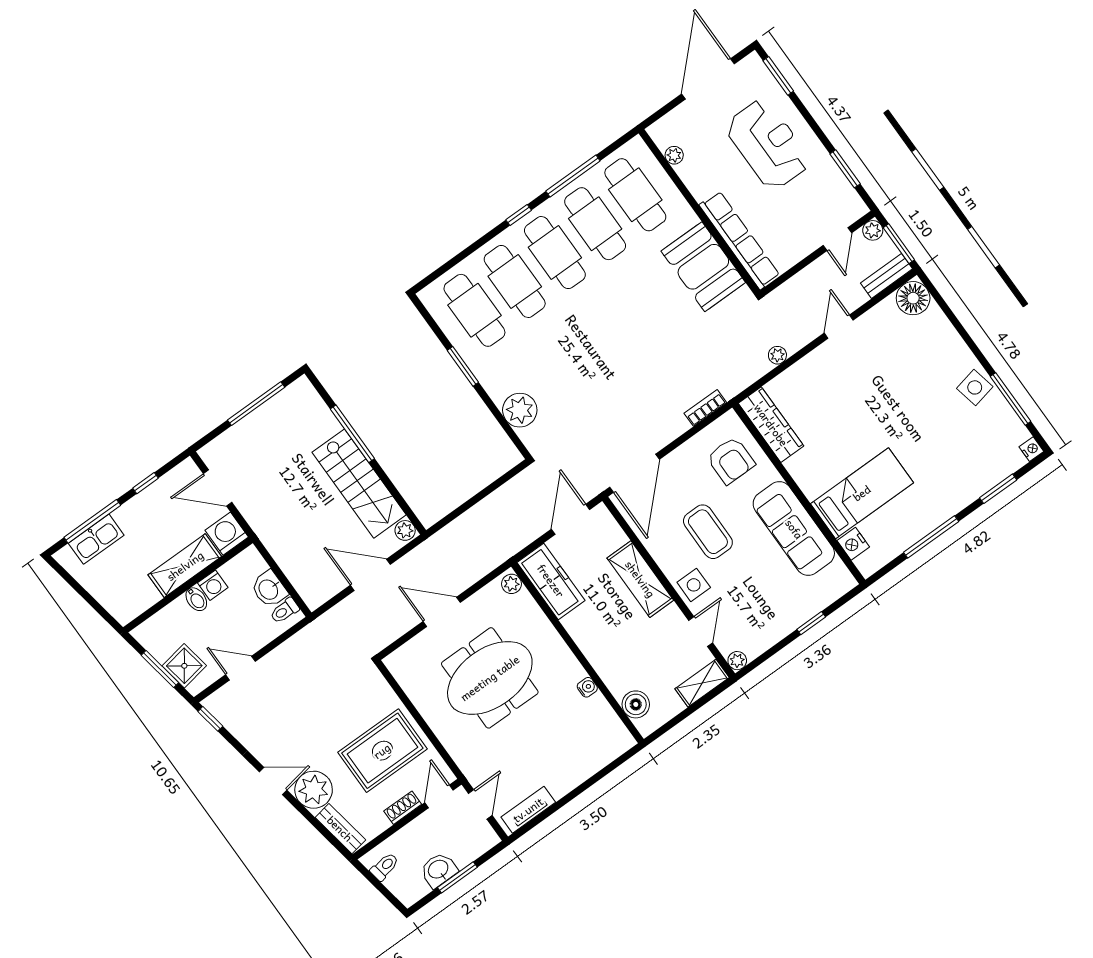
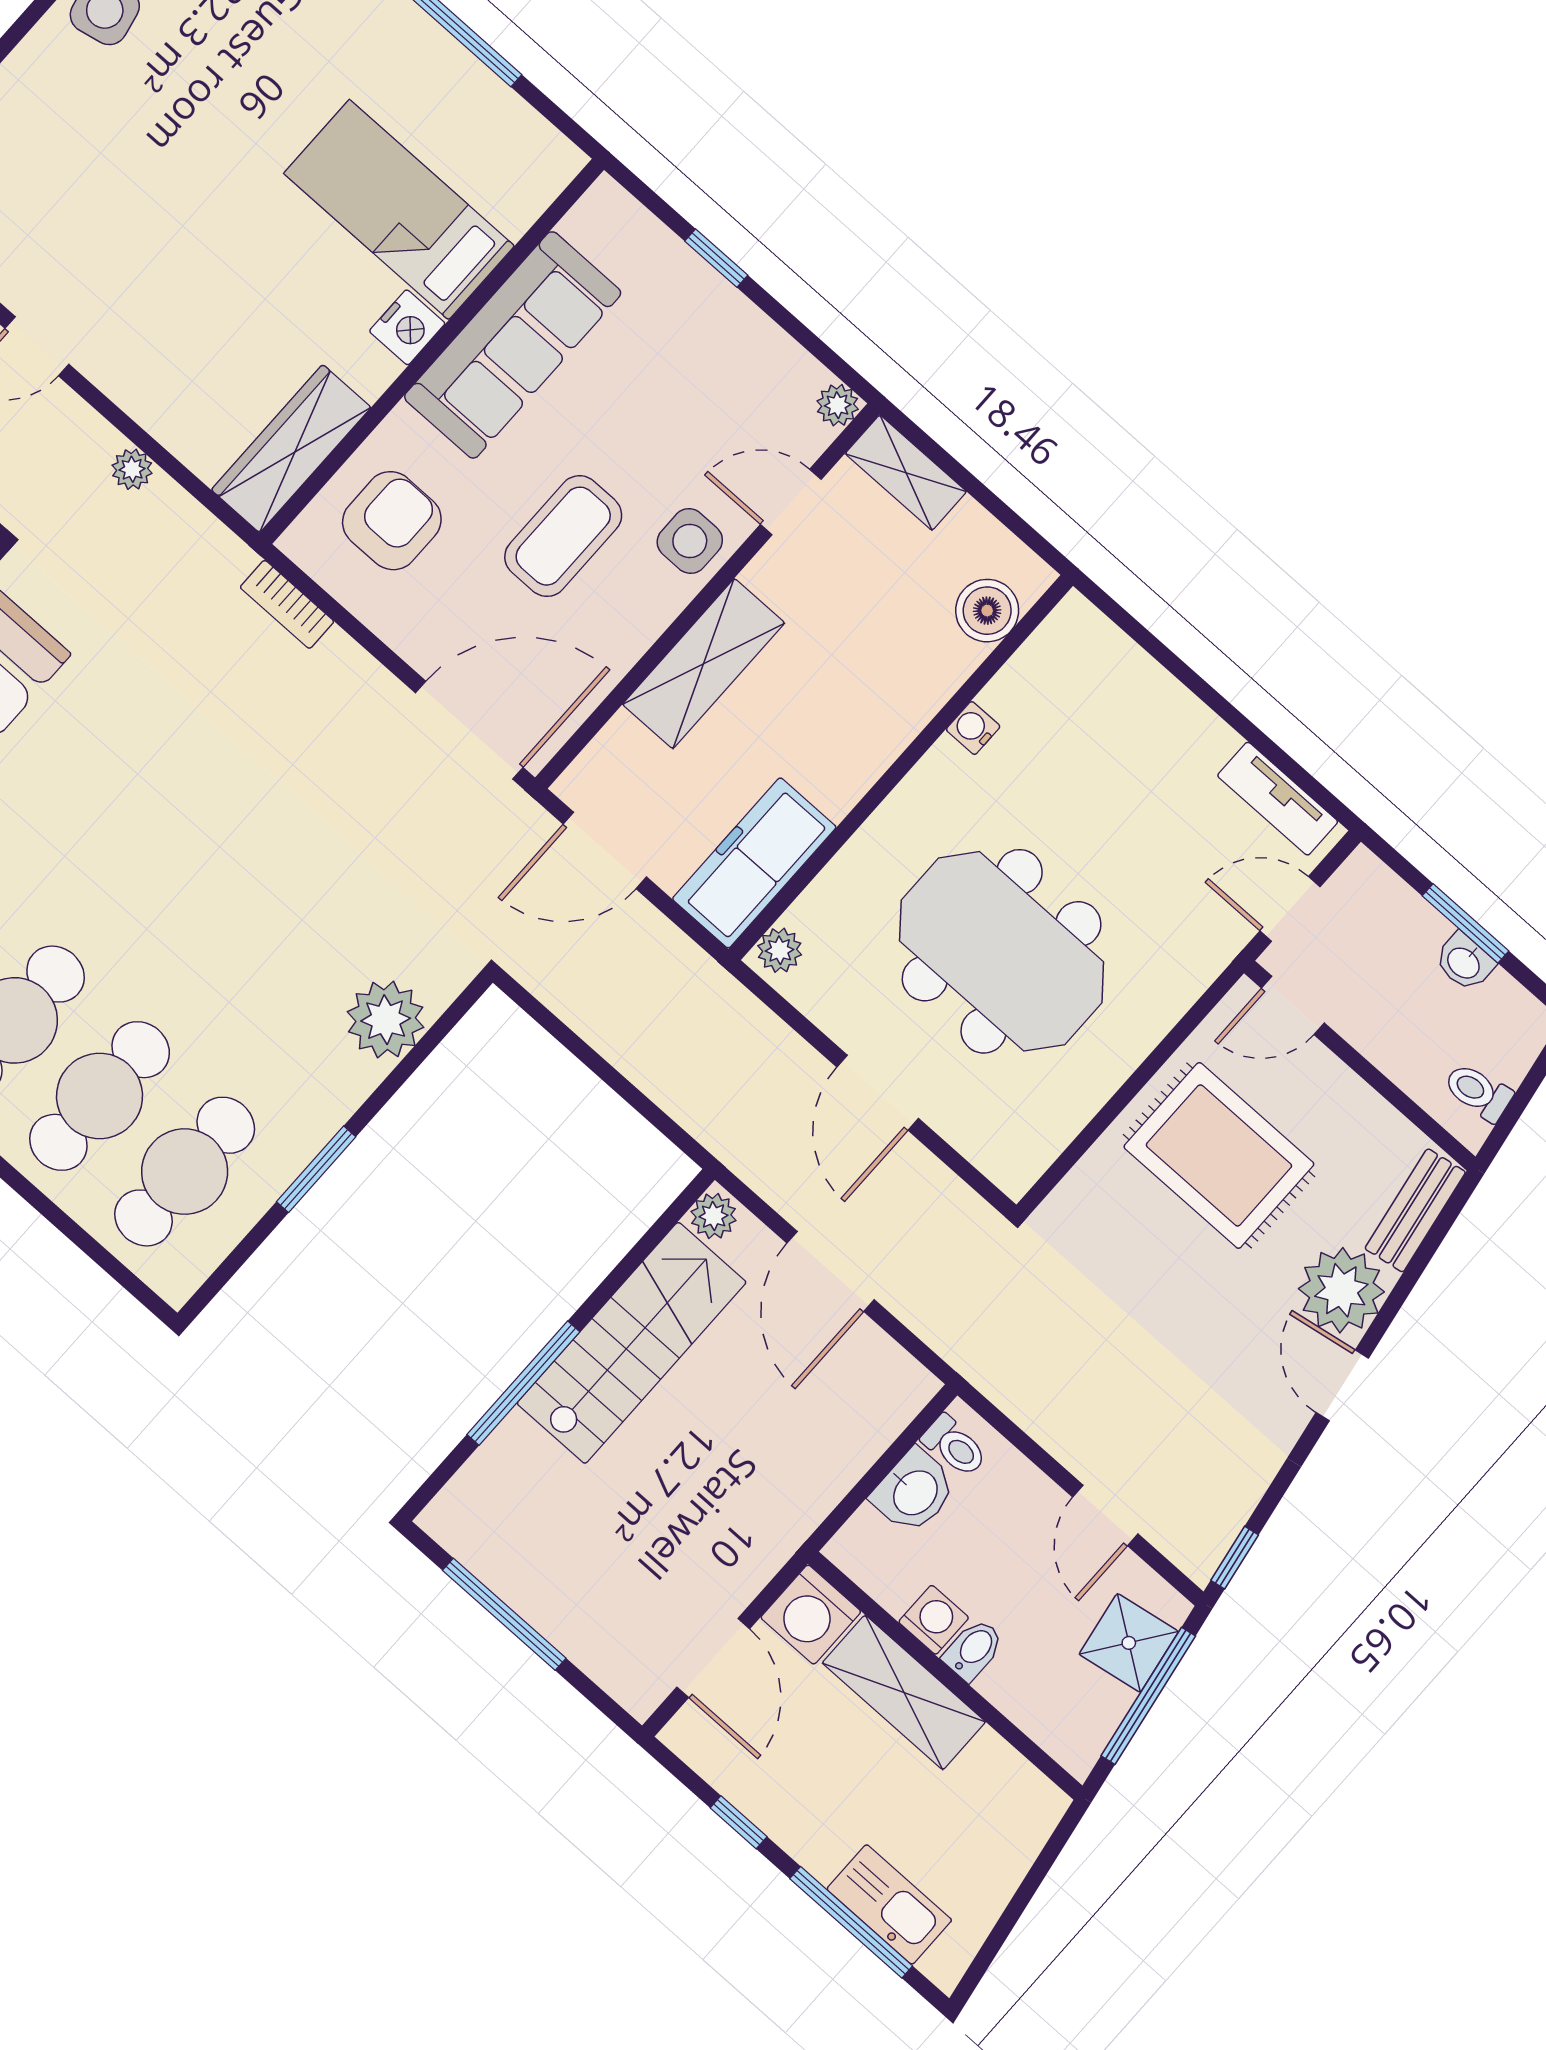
nightstand: (853, 544) -> (407, 327), moved
window: (160, 669) -> (1148, 1696), width x1.44
shoe rack: (403, 808) -> (1337, 1081), removed
washbasin: (439, 870) -> (1464, 962), width x0.72, depth x0.69

